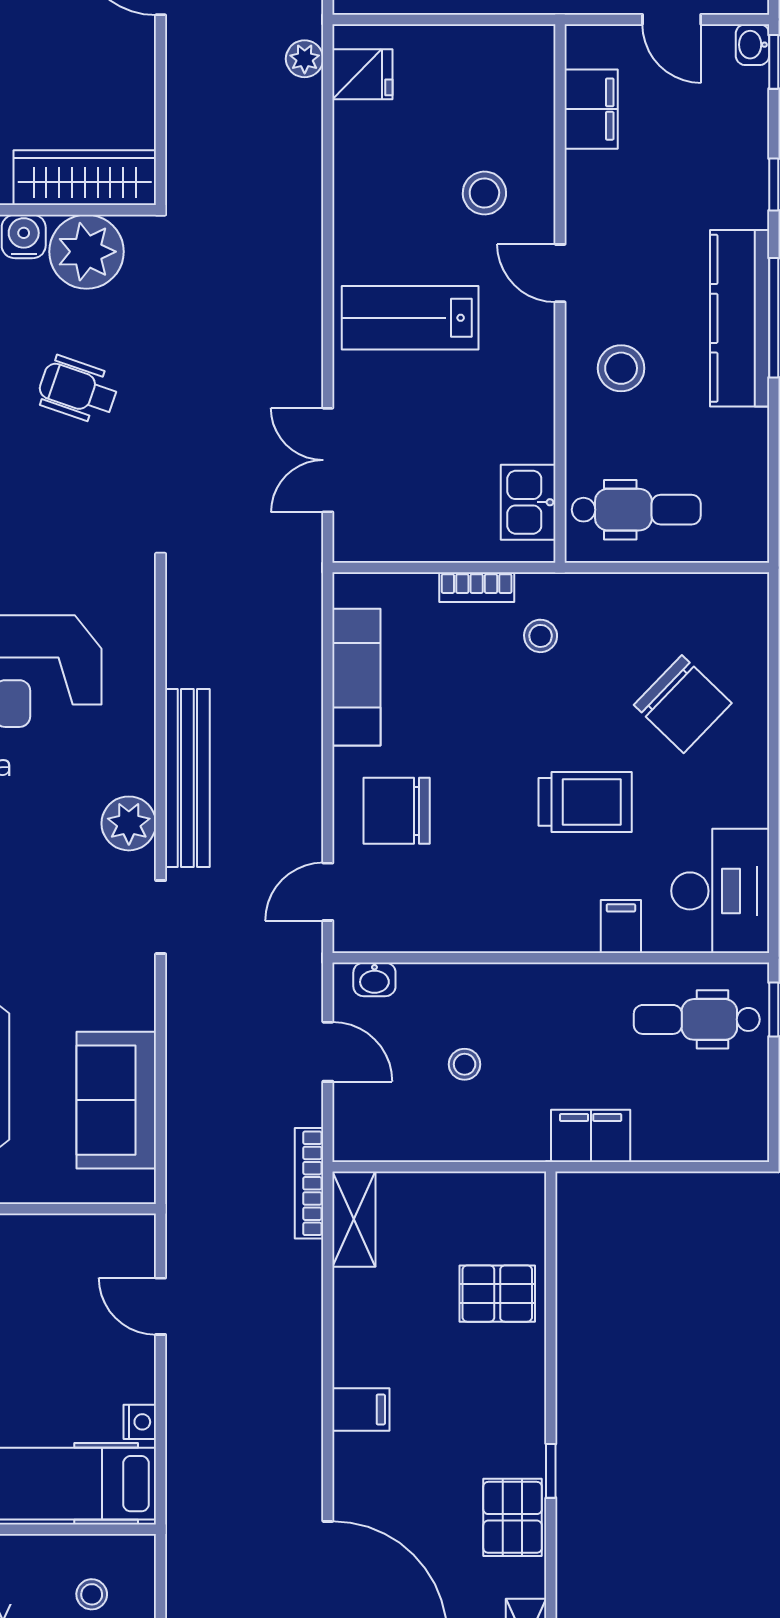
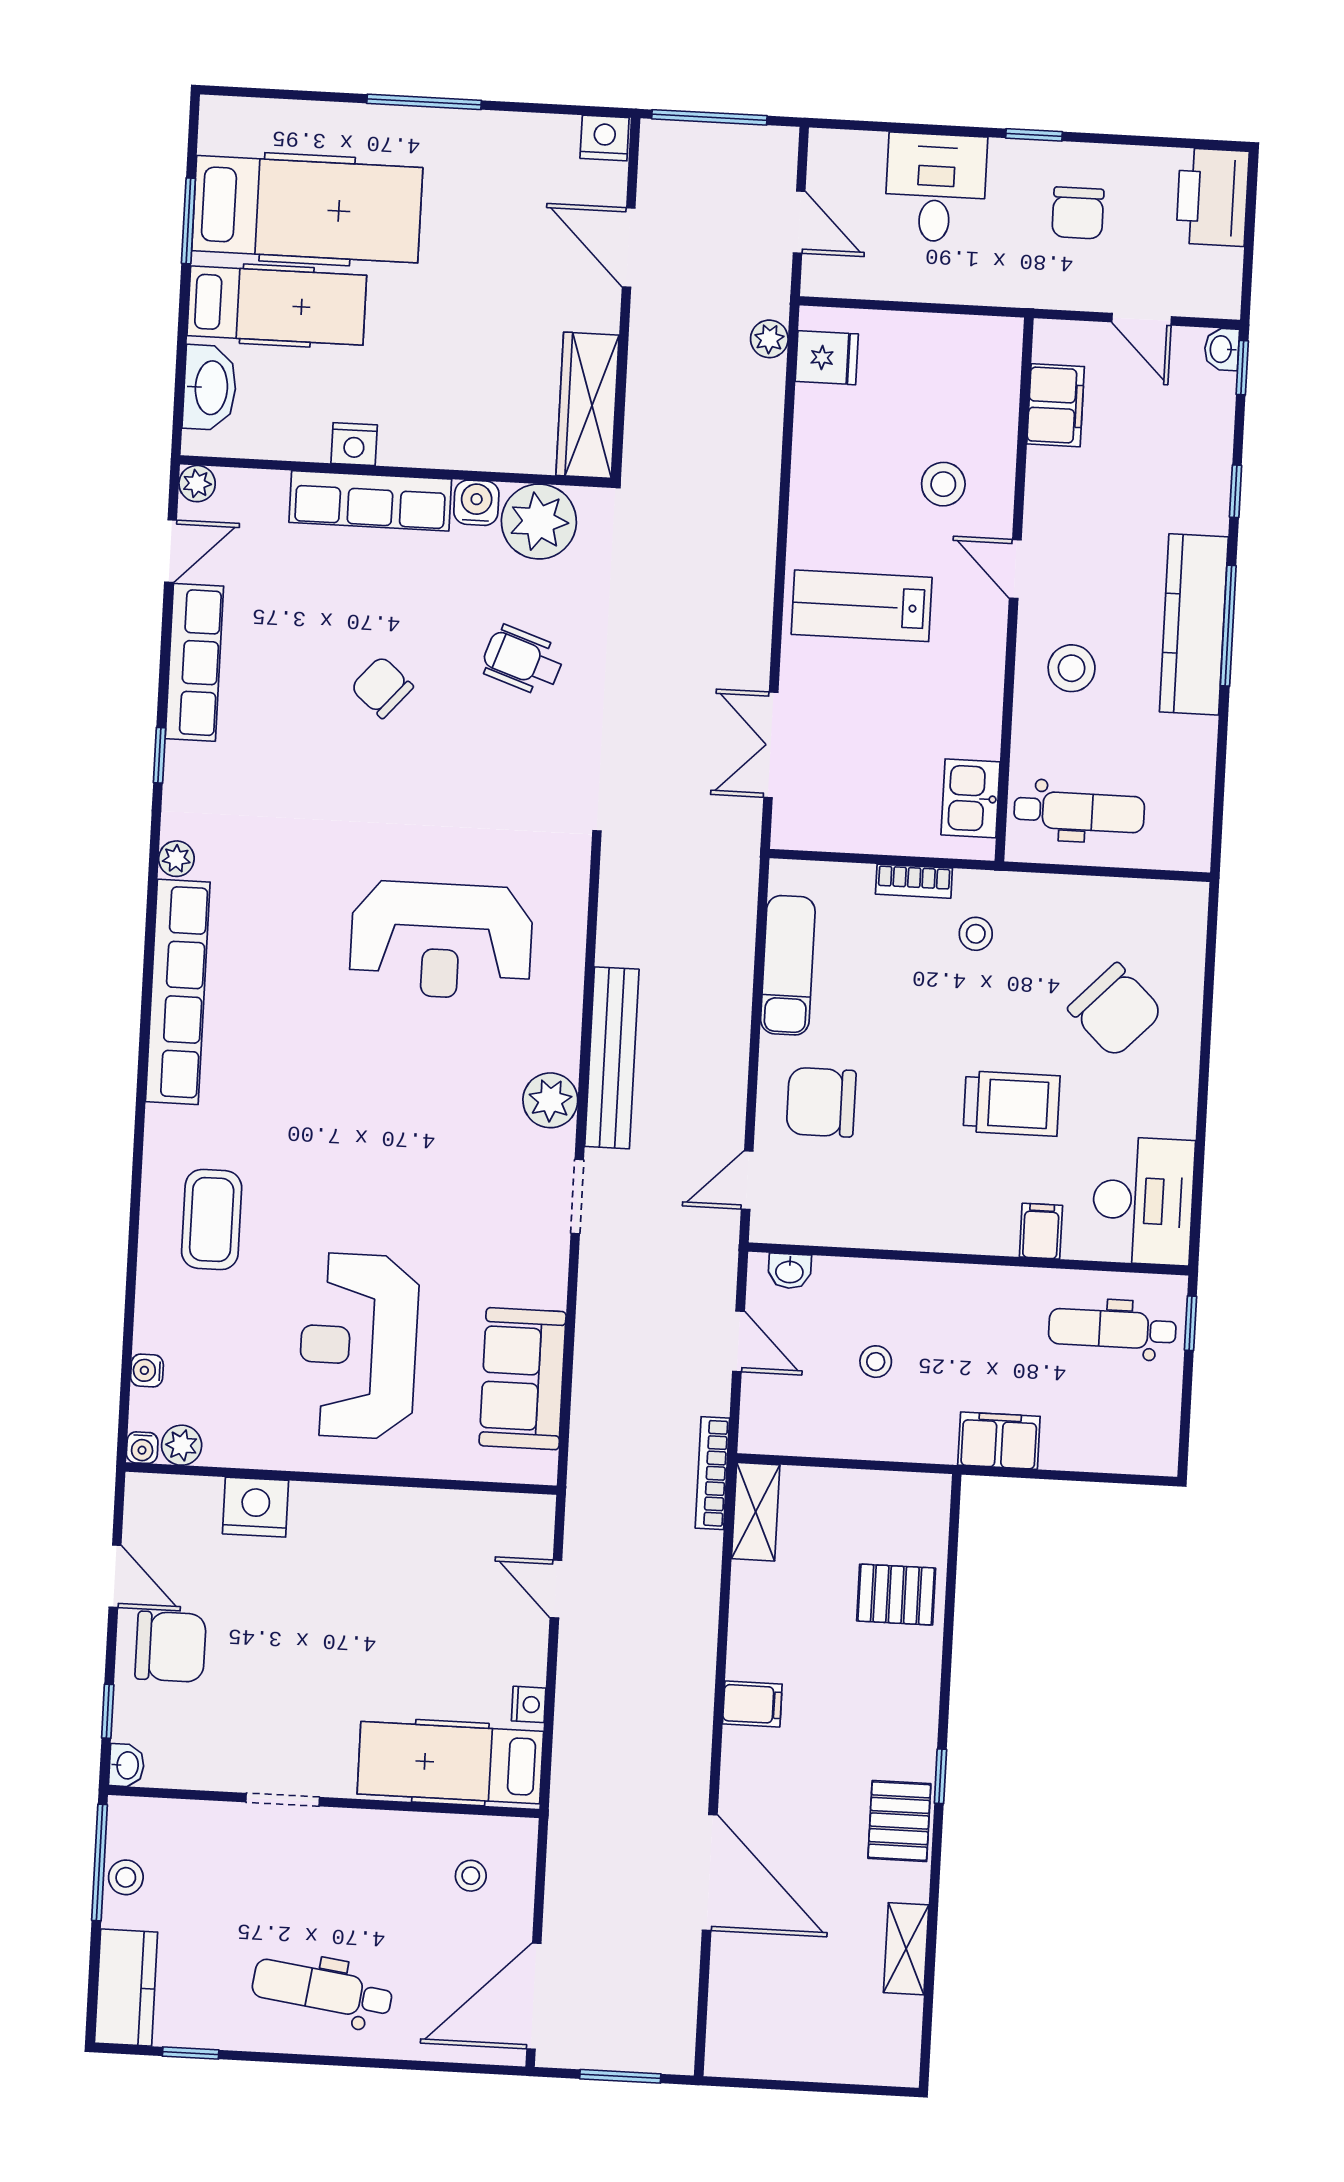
wardrobe: (85, 178) -> (588, 405), moved, turned -90

